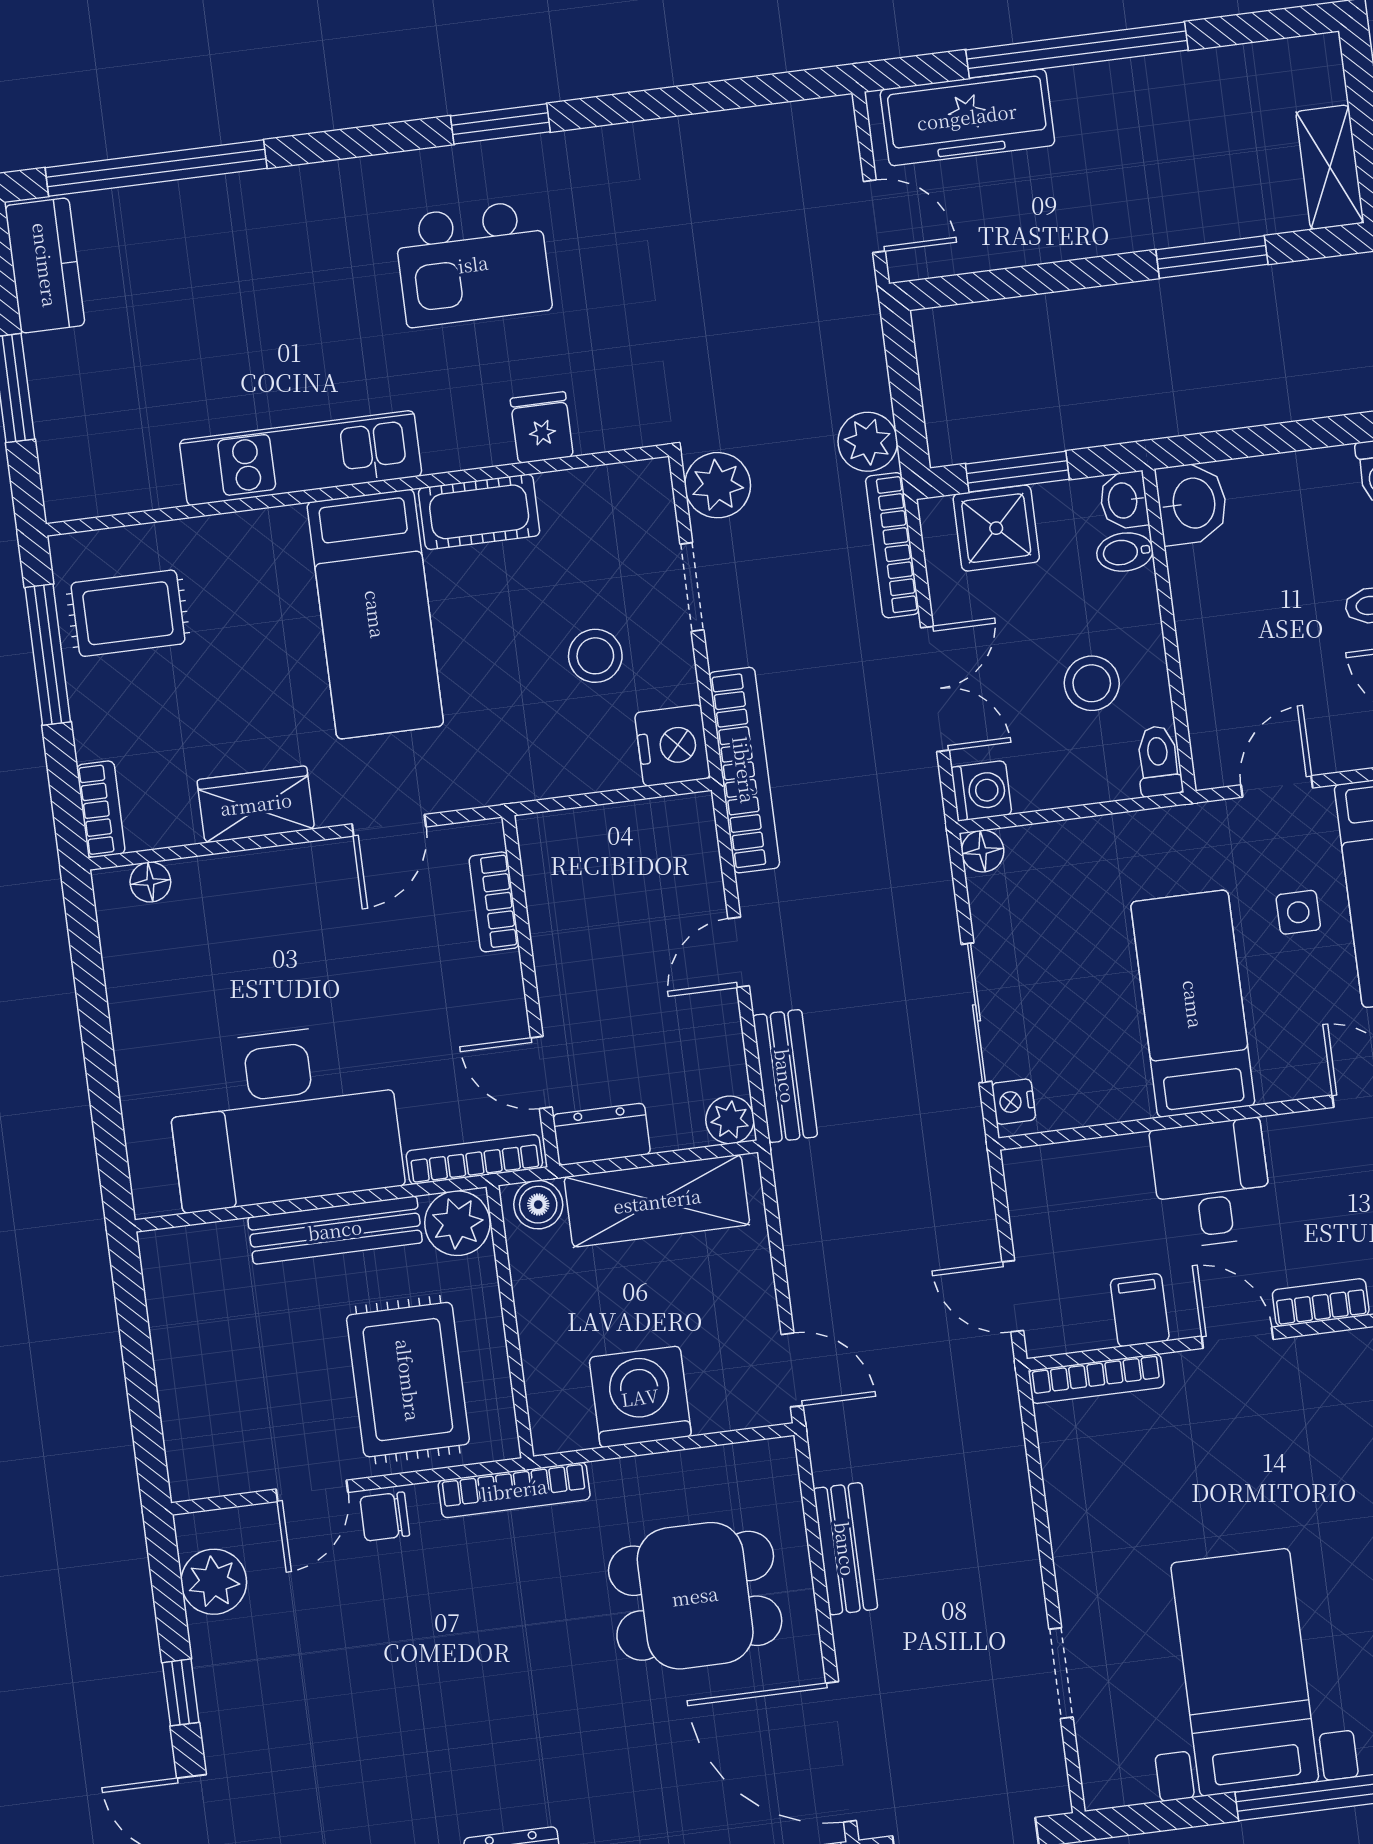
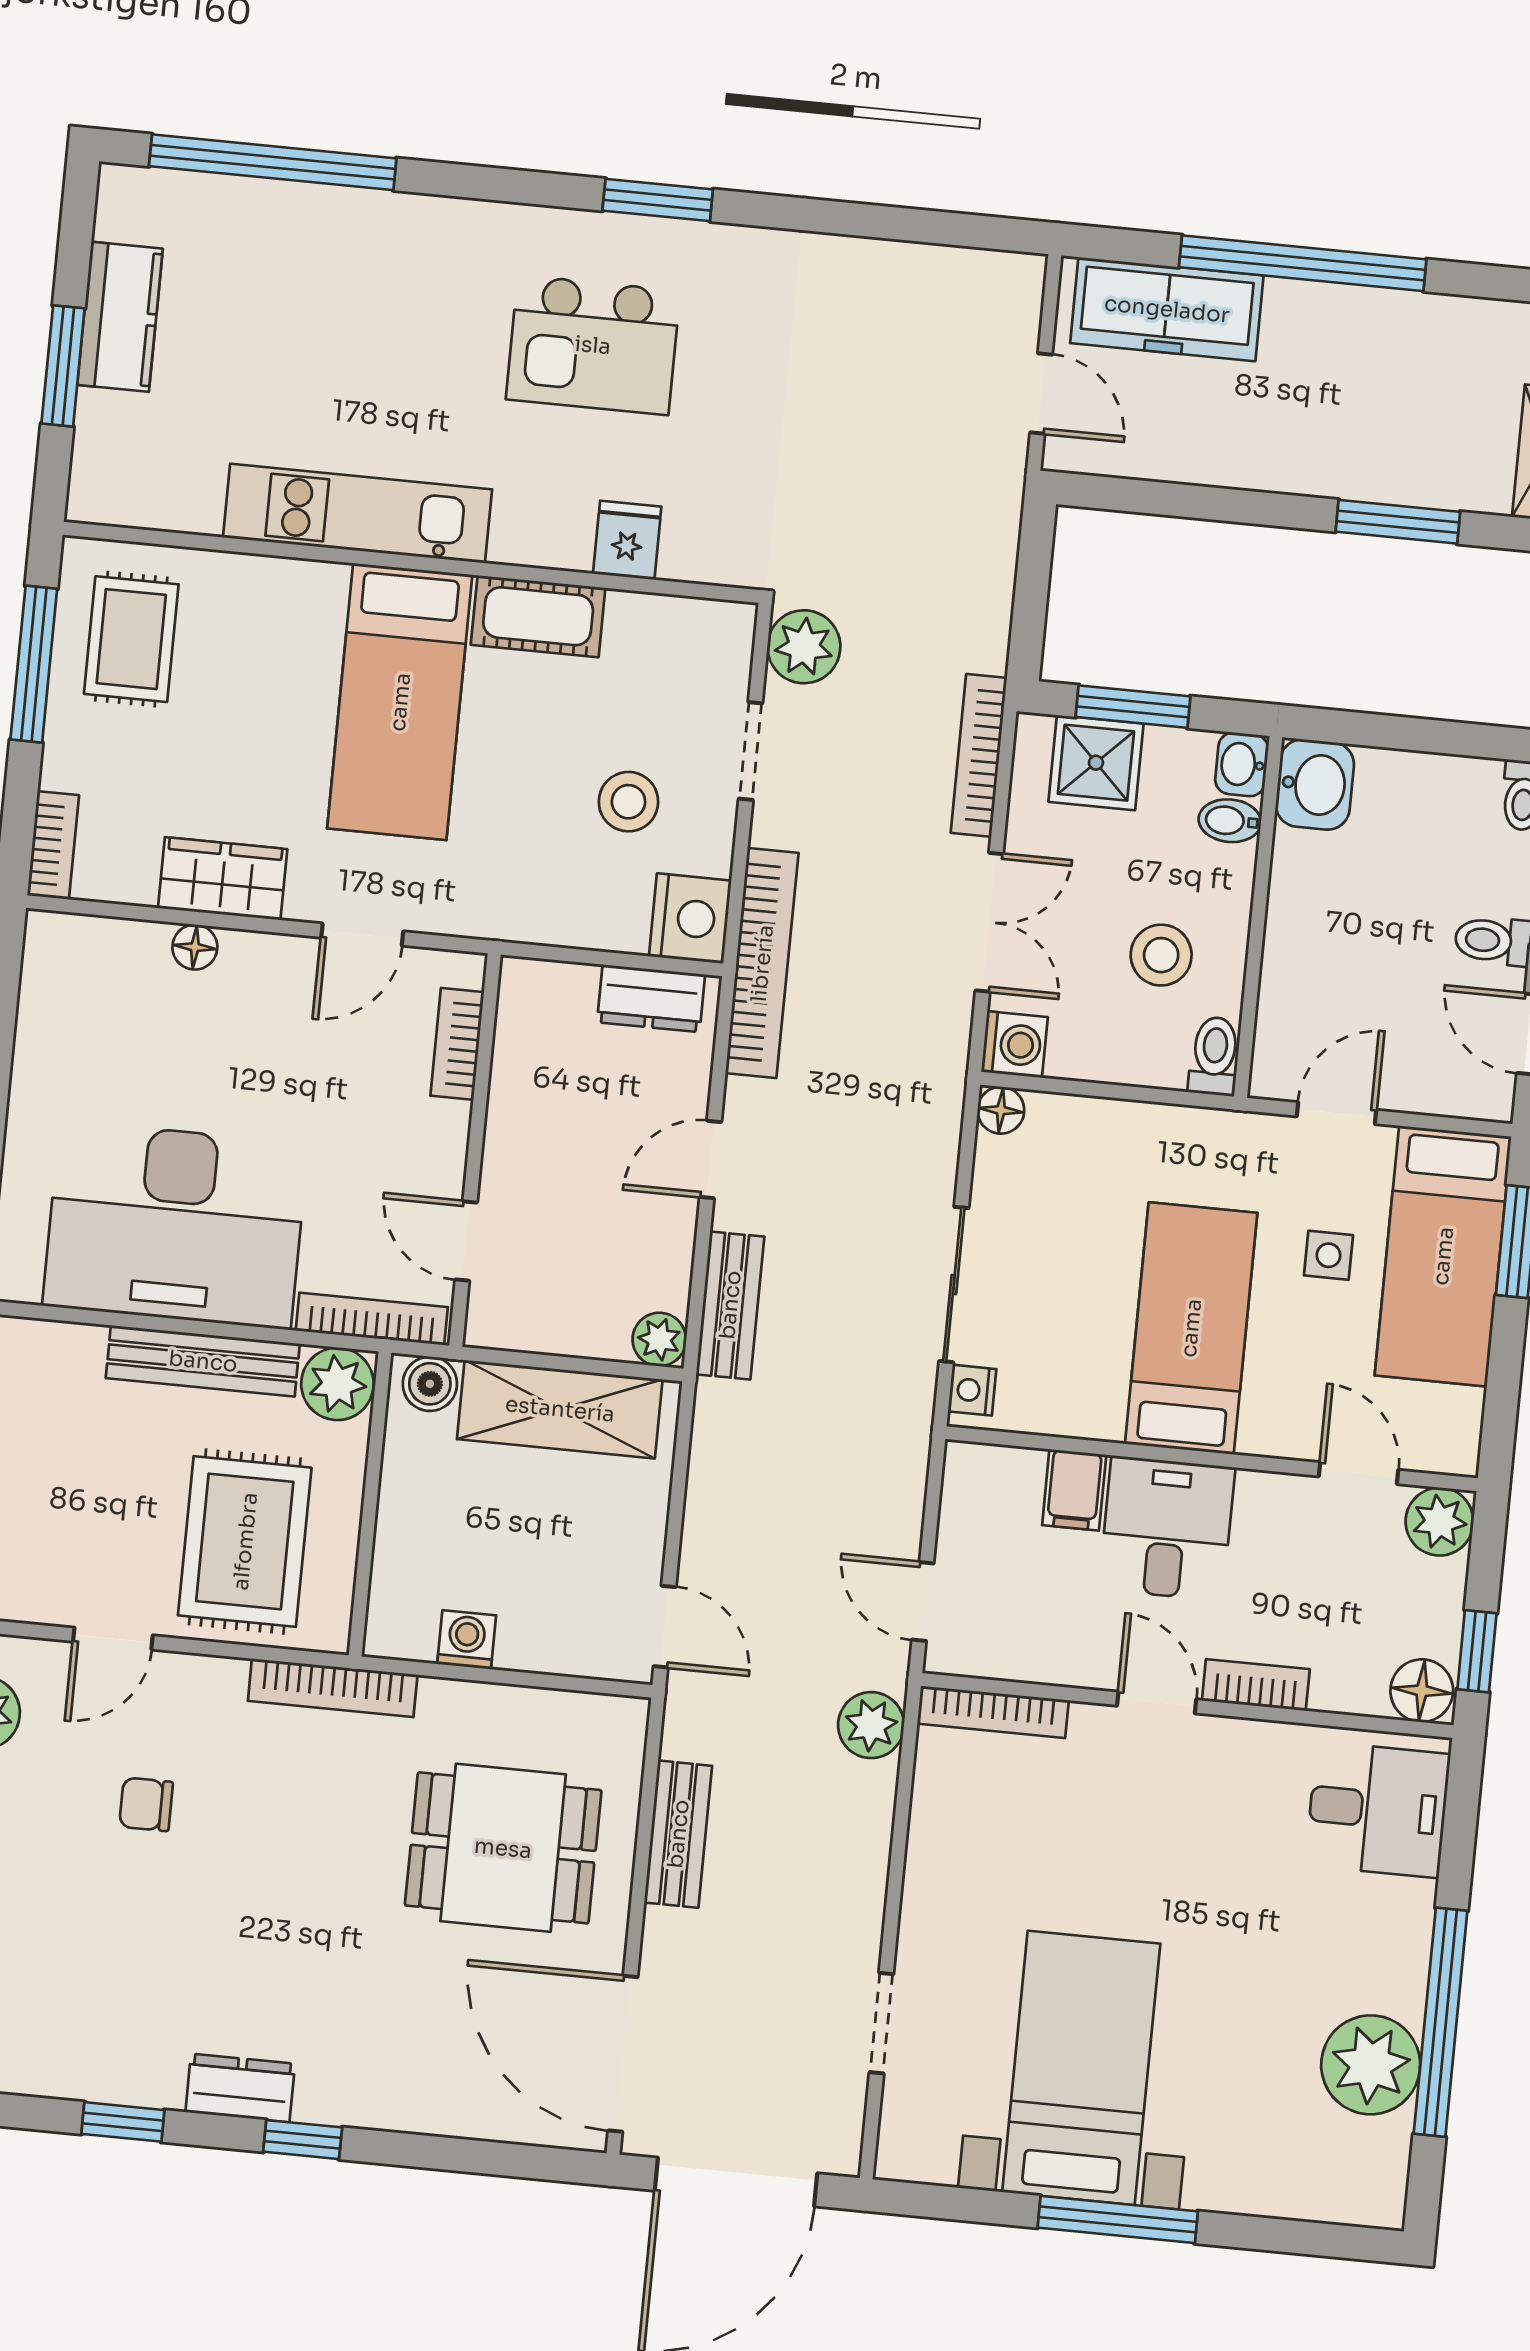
kitchen counter: (45, 265) -> (120, 317), moved
plant: (868, 442) -> (871, 1725), moved
rug: (128, 613) -> (131, 639), turned 90
floor lamp: (150, 882) -> (195, 947), moved
dresser: (602, 1134) -> (651, 998), moved, turned 180
filing cabinet: (1140, 1310) -> (1074, 1490), moved, turned 180
washing machine: (640, 1397) -> (467, 1640), width x0.53, depth x0.53
chair: (385, 1517) -> (146, 1804), moved

